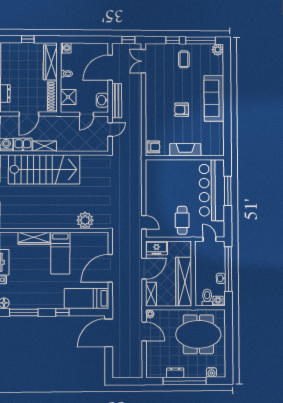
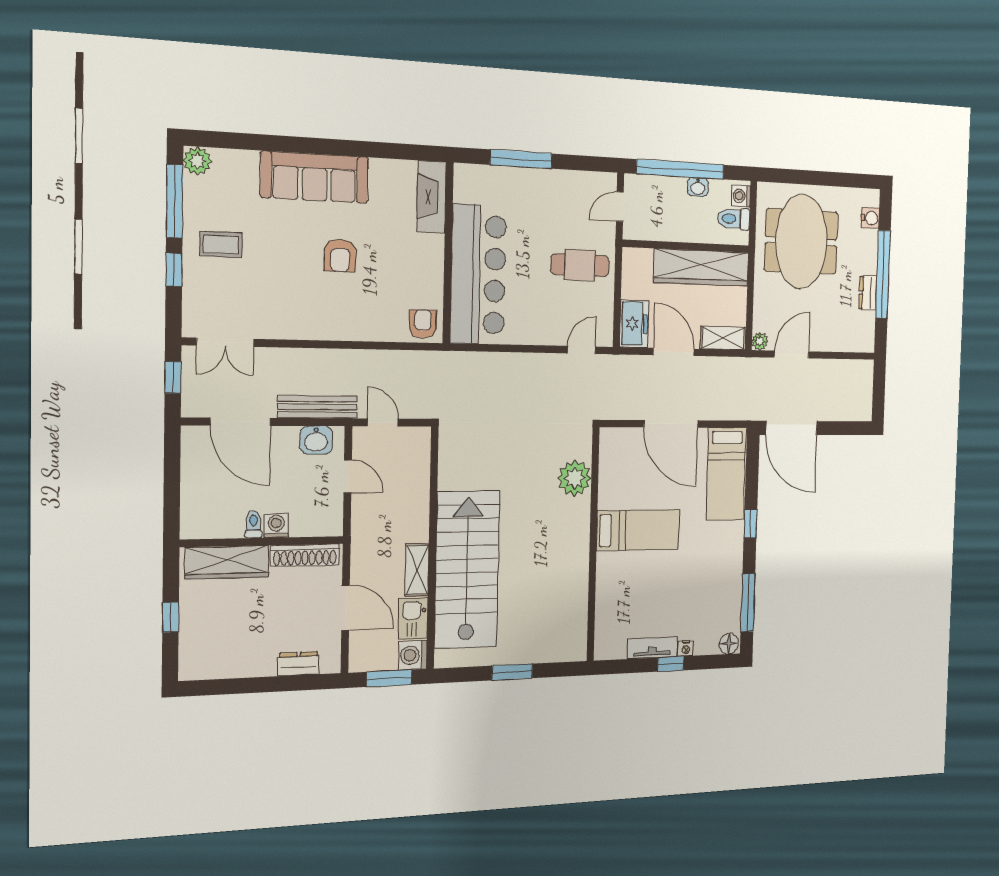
washing machine: (66, 48) -> (276, 525), moved
shower: (68, 97) -> (308, 519), removed
fireplace: (185, 150) -> (432, 197), moved
bar counter: (212, 190) -> (478, 274), moved, turned -90
wardrobe: (34, 238) -> (607, 586), removed

